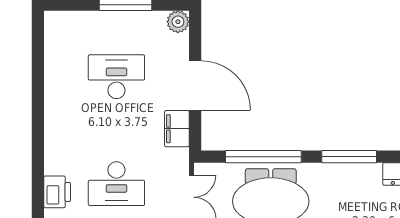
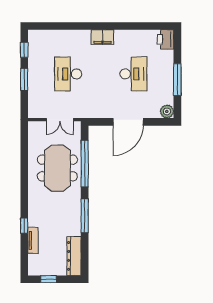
filing cabinet: (177, 129) -> (102, 37), moved, turned 180
printer: (57, 192) -> (166, 39), moved, turned 90

